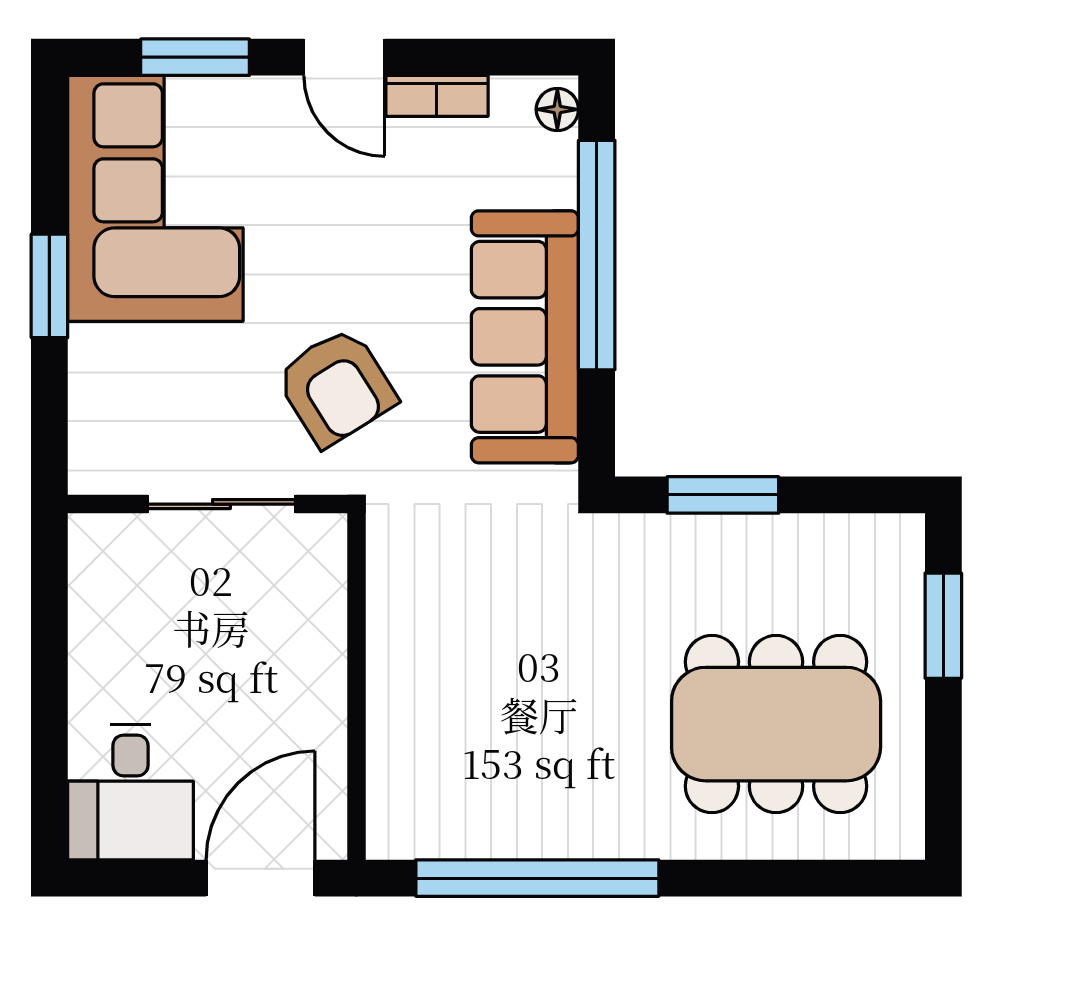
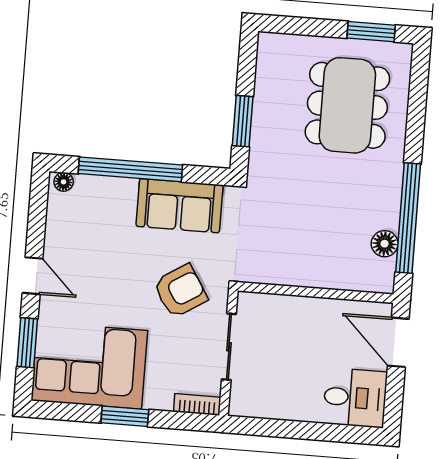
door: (344, 57) -> (33, 276), hinge flipped
bookcase: (437, 96) -> (197, 404), moved, turned -90
sofa: (525, 337) -> (180, 206), width x0.73
window: (943, 626) -> (371, 32), moved
floor lamp: (476, 830) -> (385, 244), added

